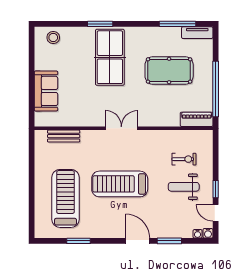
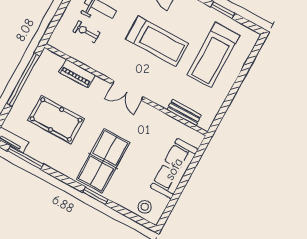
sofa: (46, 91) -> (174, 169), width x1.36
piano: (197, 119) -> (77, 74), moved

